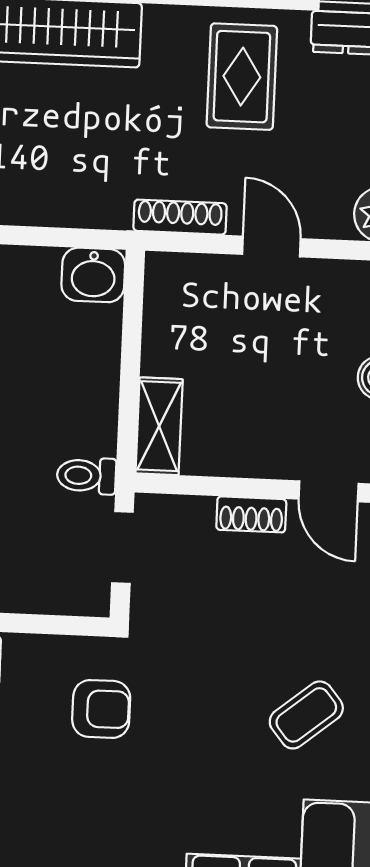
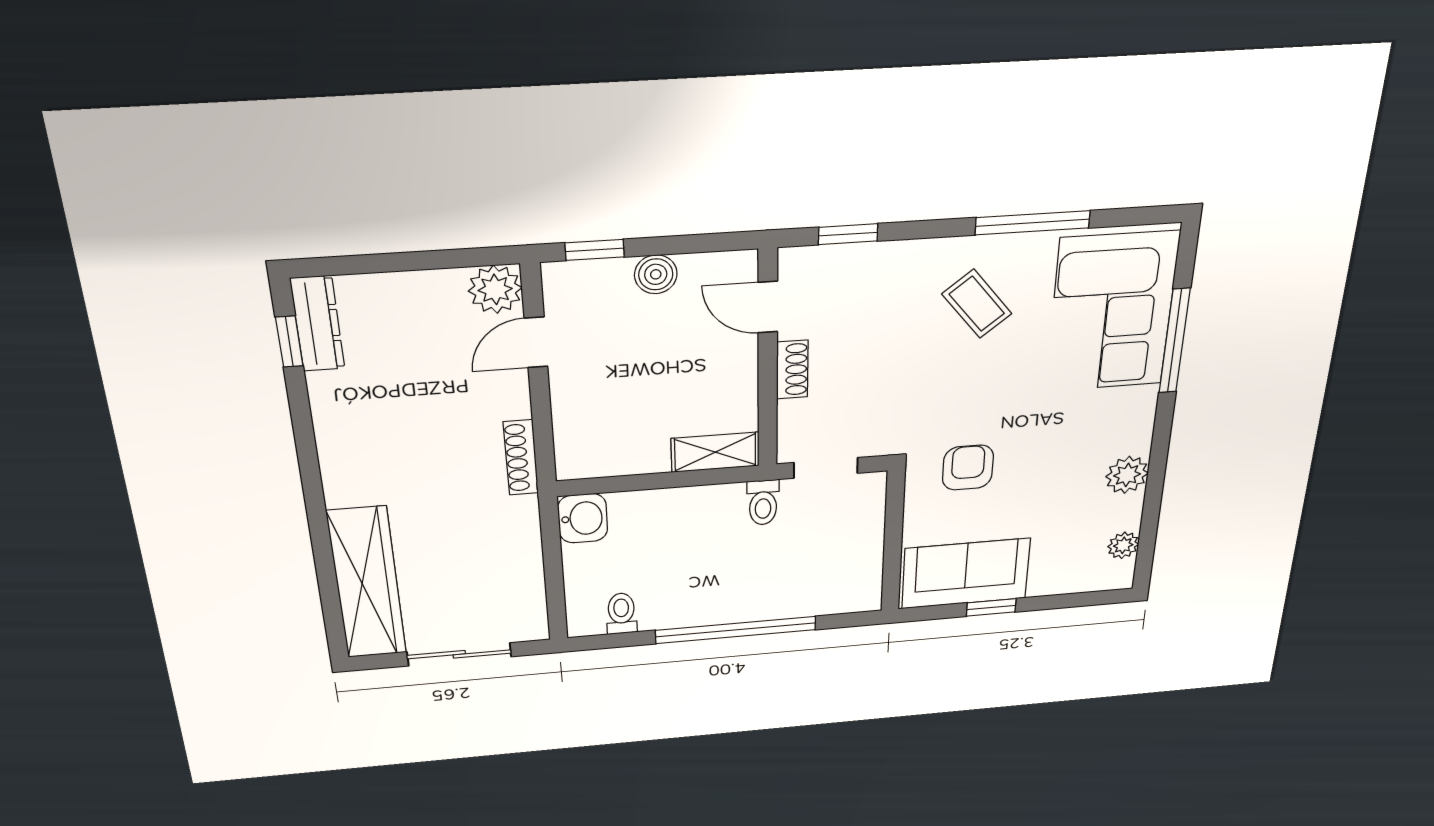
rug: (242, 77) -> (380, 423), removed
door: (271, 246) -> (536, 342), moved
door: (329, 491) -> (768, 307), swing flipped

